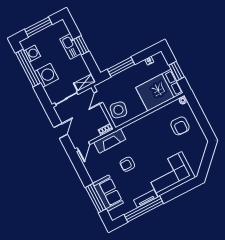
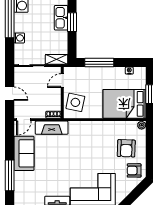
washing machine: (46, 75) -> (19, 38), width x0.53, depth x0.53
door: (61, 131) -> (10, 94), hinge flipped
armchair: (127, 164) -> (134, 170), moved
sofa: (108, 193) -> (24, 153), moved

